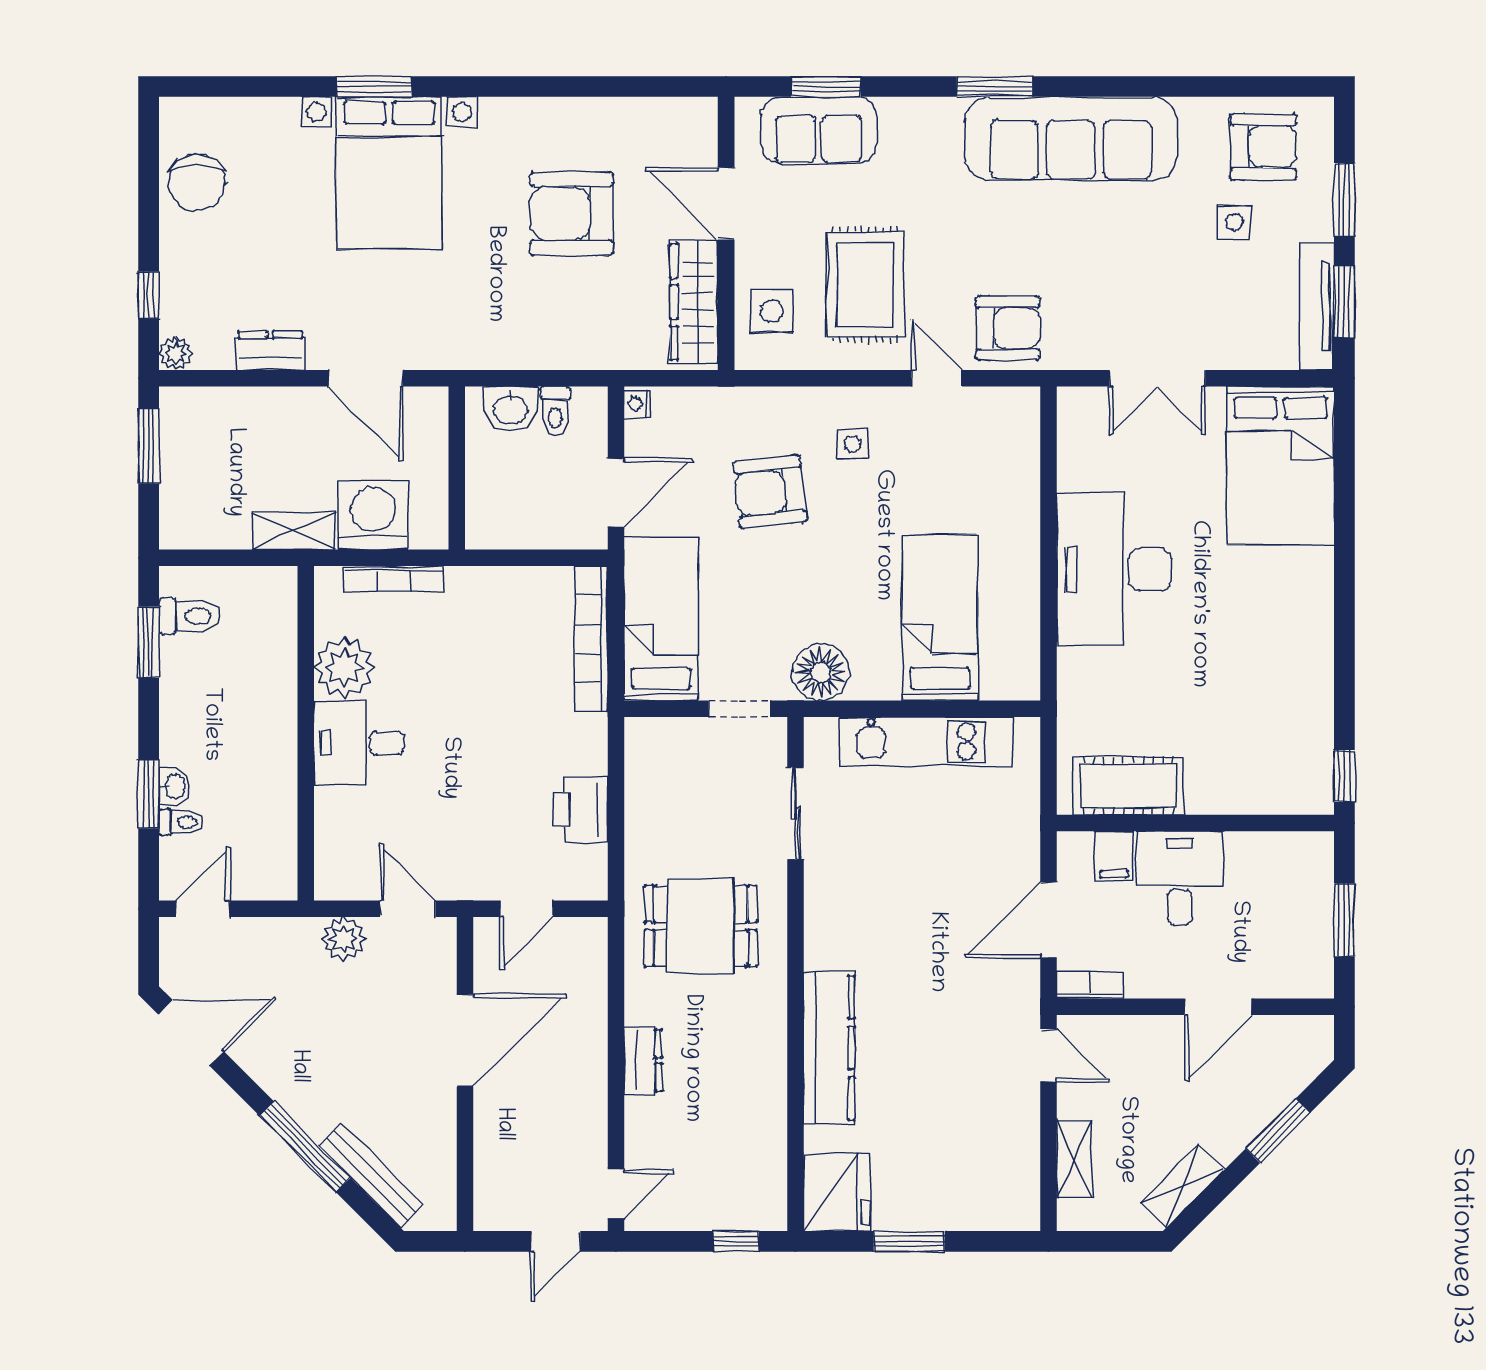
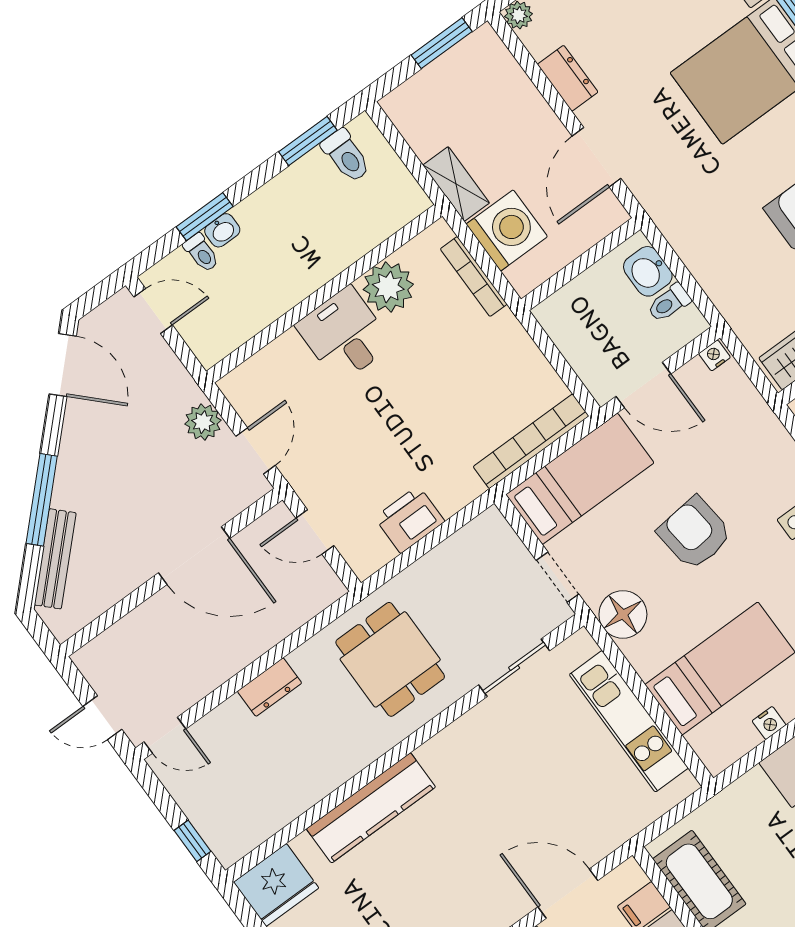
armchair: (770, 492) -> (695, 533), moved
nightstand: (1026, 609) -> (769, 723), added

